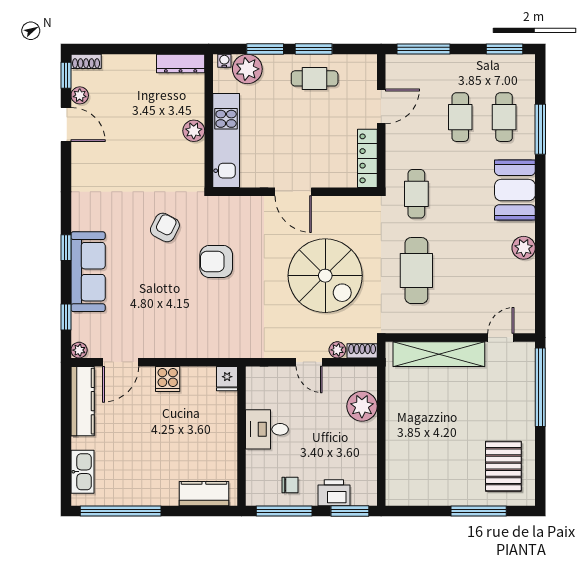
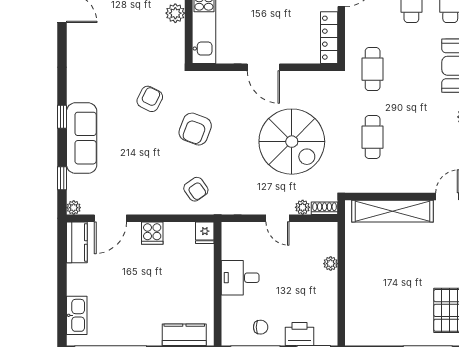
armchair: (216, 261) -> (195, 129), turned -69
cafe table: (416, 271) -> (373, 137), width x0.73, depth x0.74
armchair: (217, 329) -> (196, 189), added
kitchen counter: (83, 401) -> (77, 242), width x0.67
plant: (362, 406) -> (331, 264), width x0.53, depth x0.53

